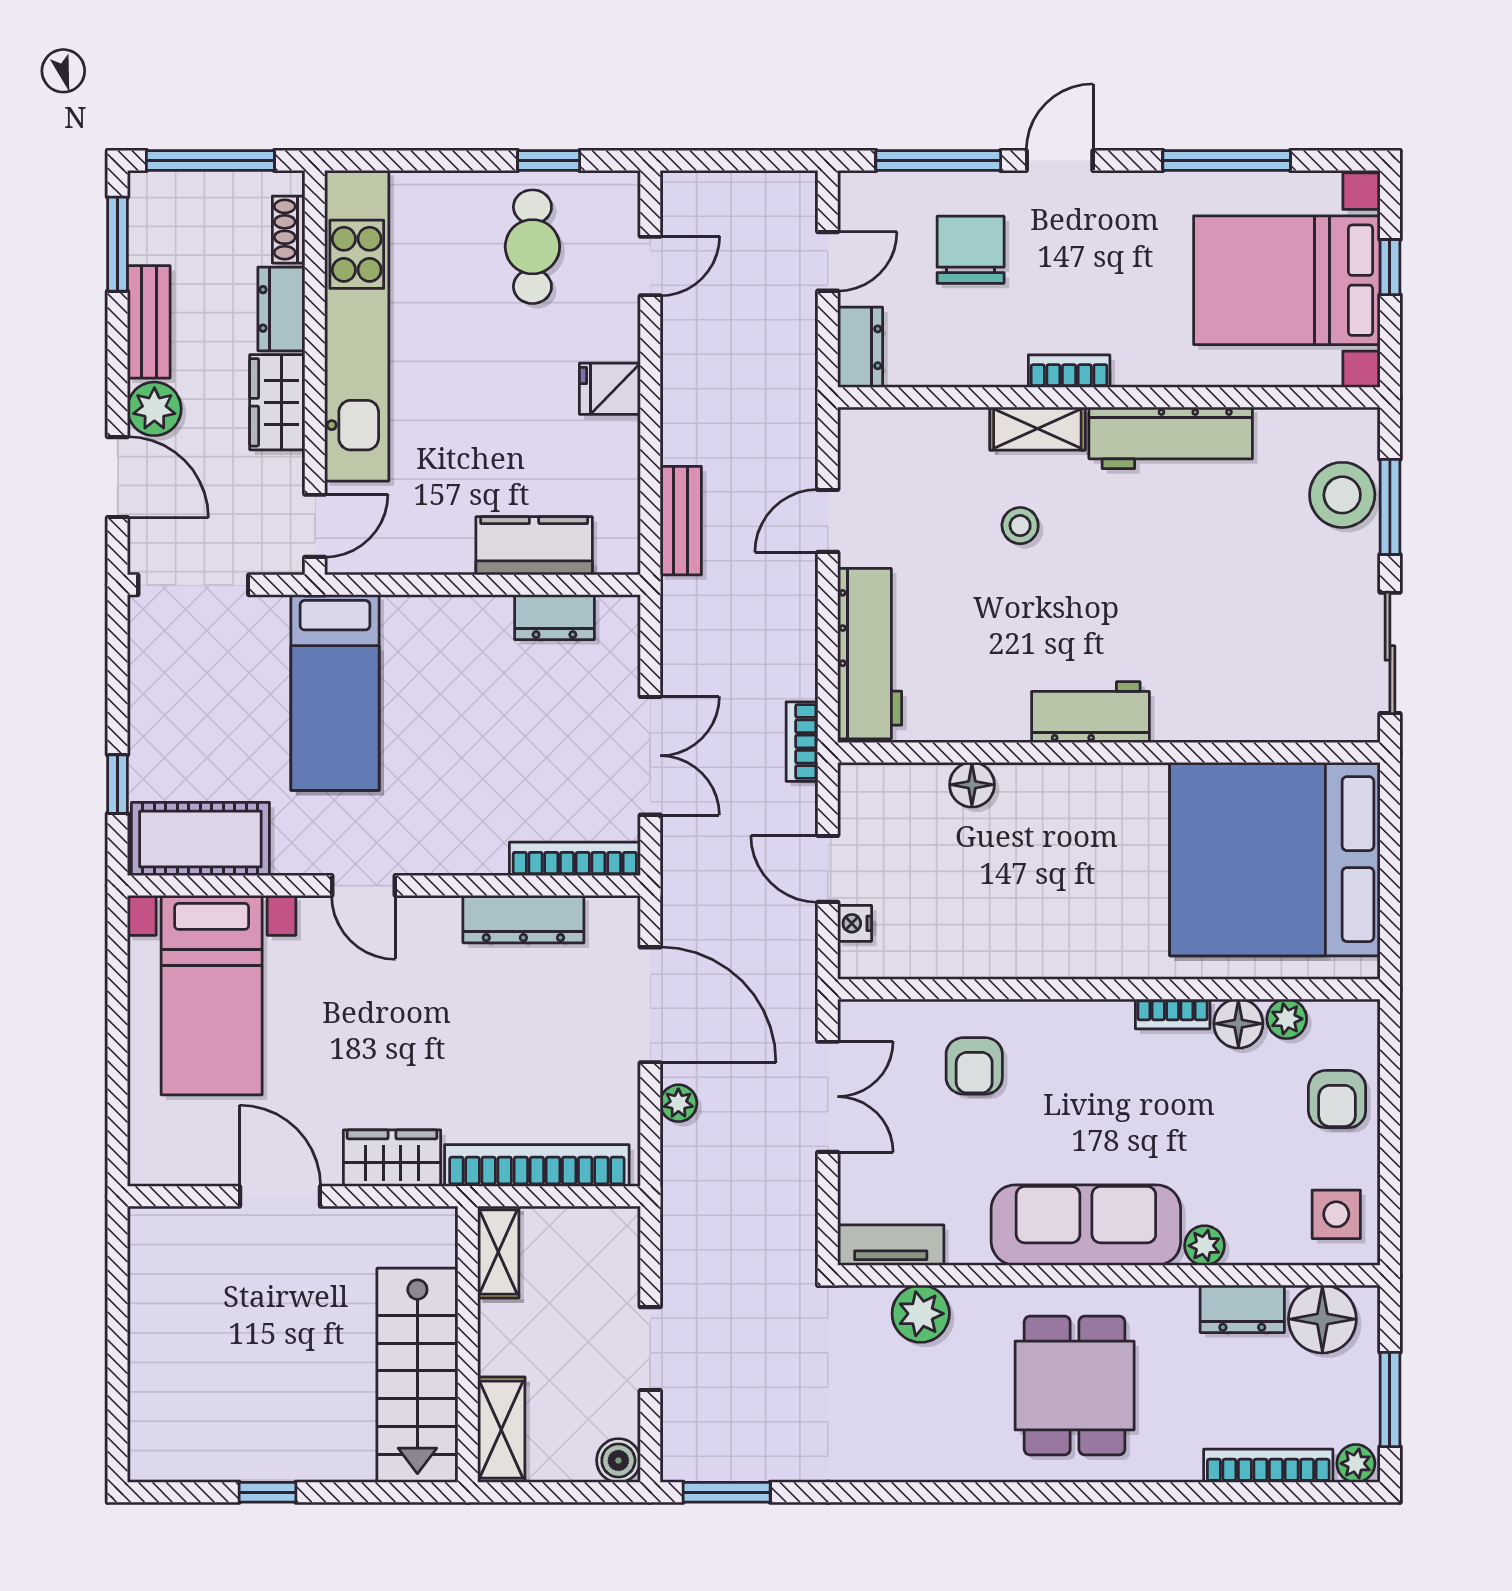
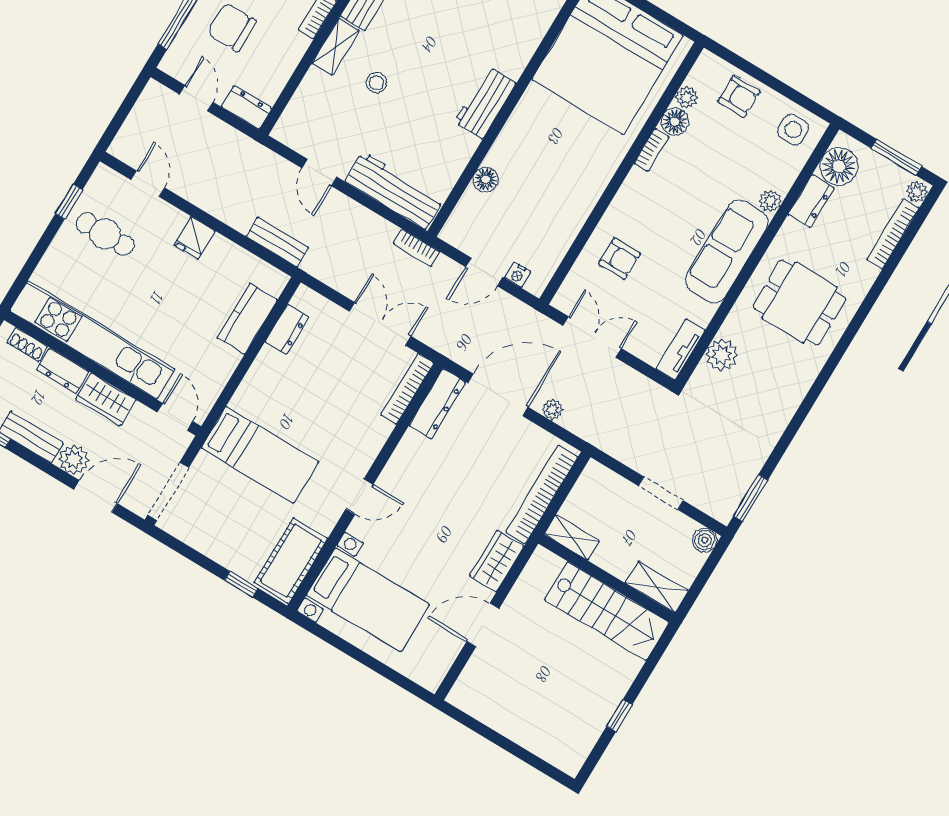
dresser: (523, 919) -> (437, 404), moved

